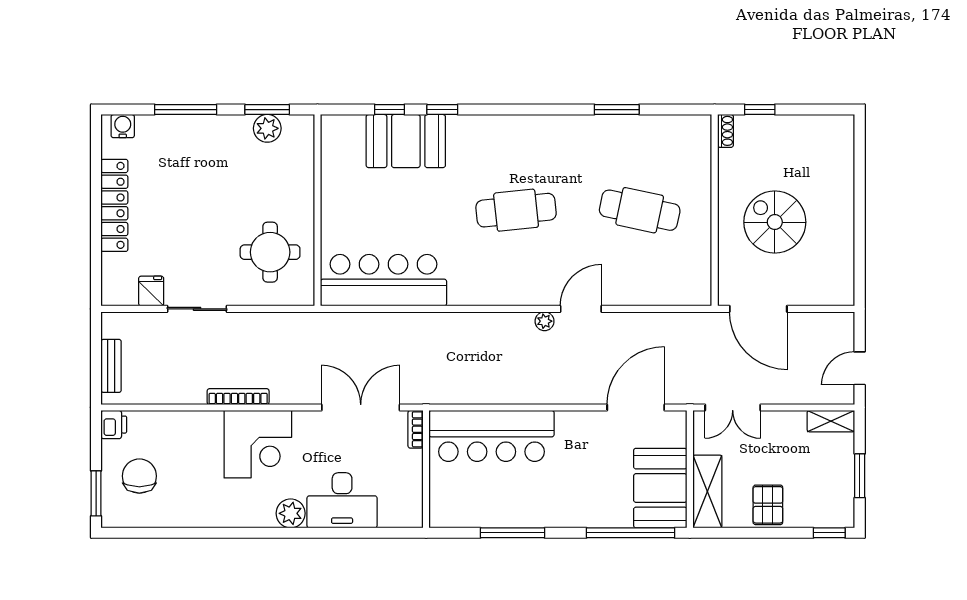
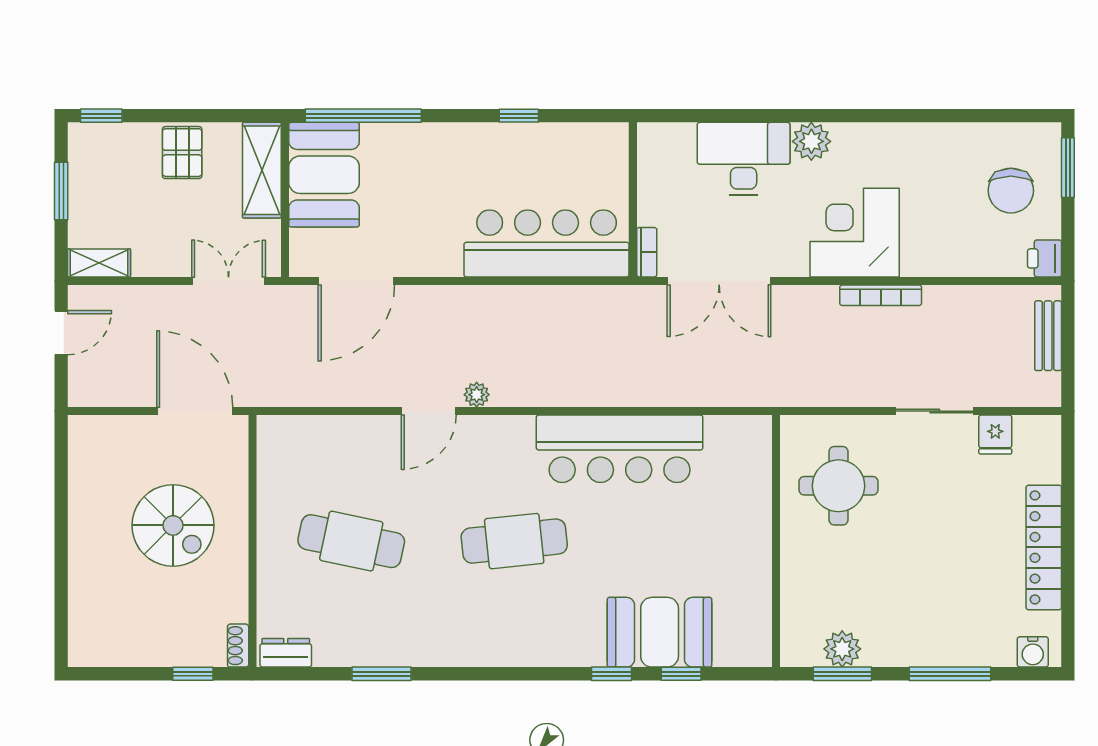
dresser: (689, 125) -> (286, 653), added
bar counter: (384, 280) -> (620, 449), moved
window: (512, 533) -> (519, 116), width x0.46

